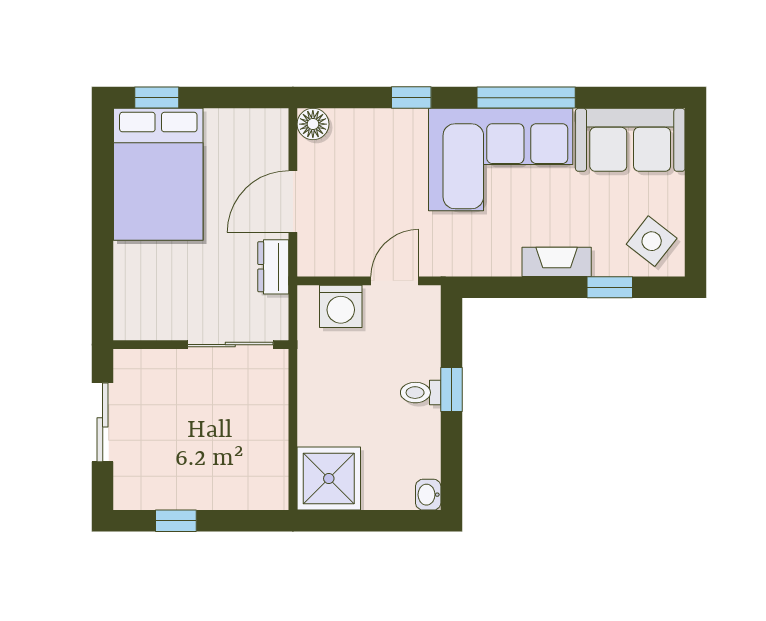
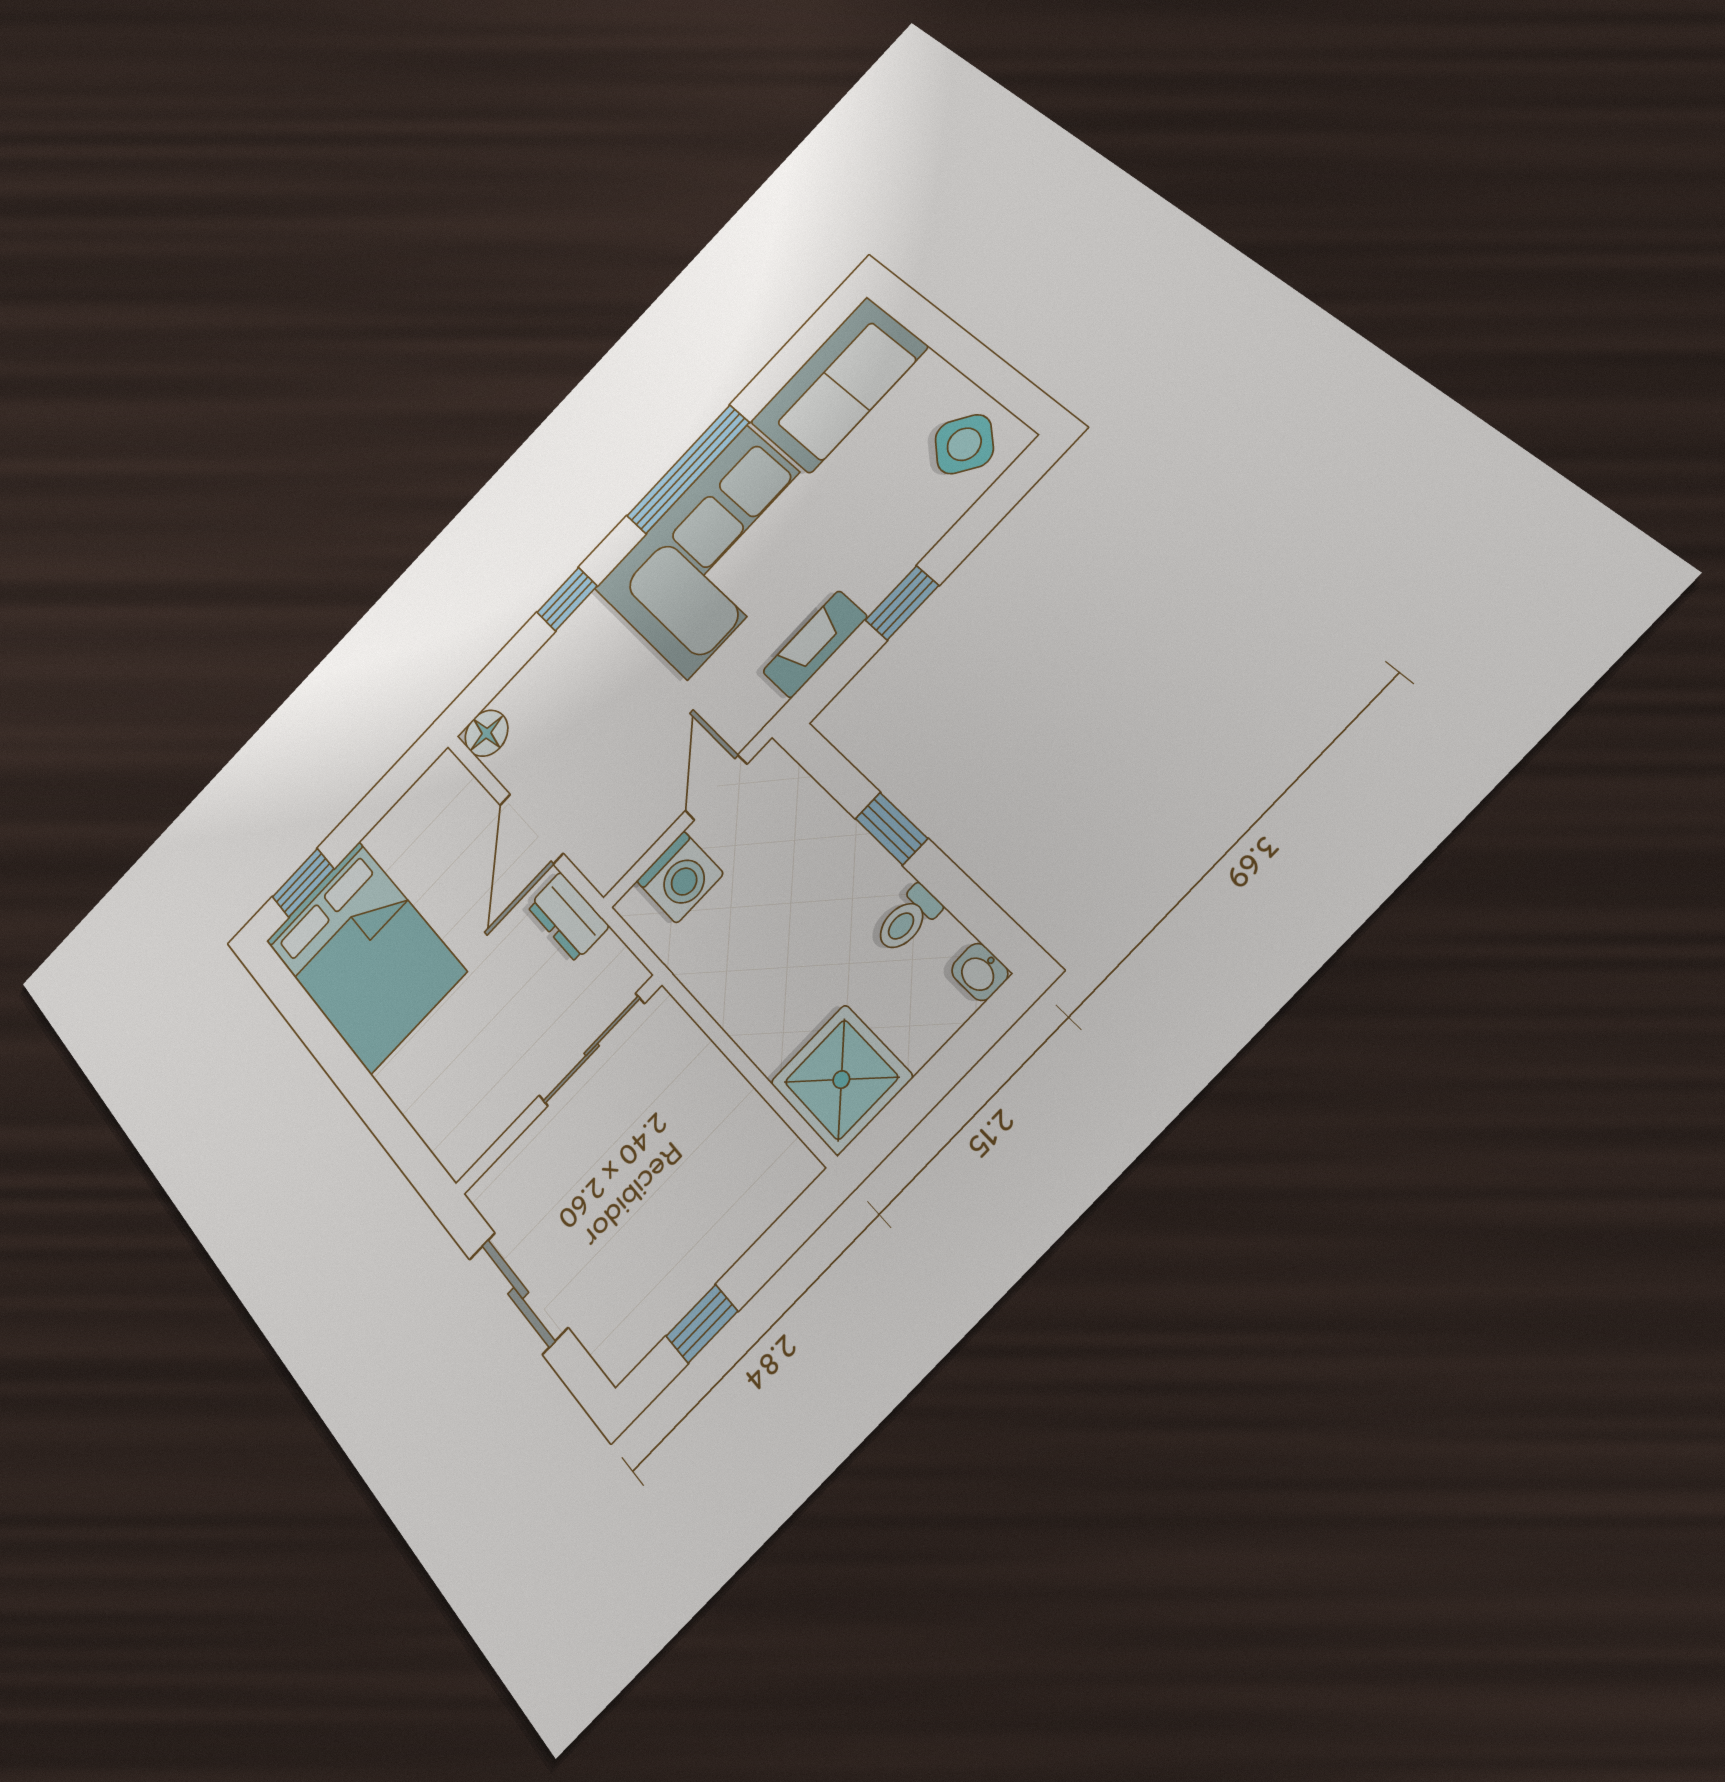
fireplace: (557, 262) -> (815, 644), moved
window: (610, 287) -> (902, 603), moved
toilet: (421, 393) -> (908, 919), moved

